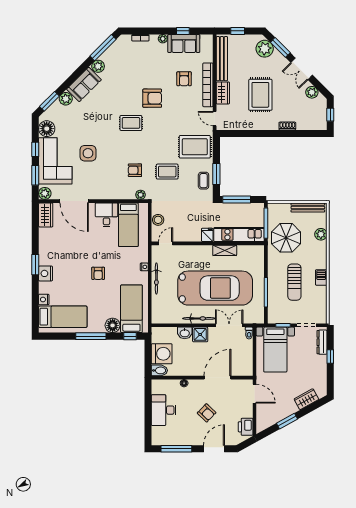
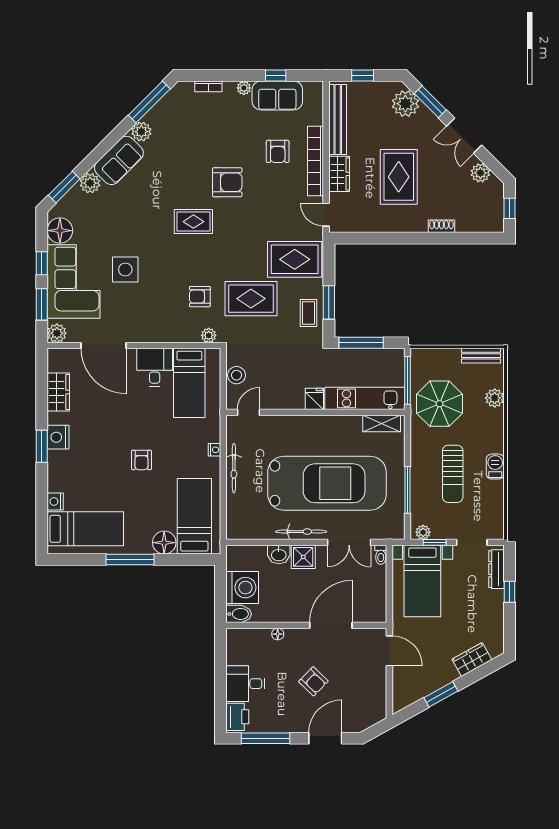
rug: (167, 172) -> (251, 299), width x1.36, depth x1.43
bench: (308, 208) -> (481, 356), width x0.73
wardrobe: (46, 215) -> (58, 392), moved
shelving: (225, 250) -> (382, 424), moved
nightstand: (46, 273) -> (58, 437), moved
plant: (276, 319) -> (423, 532), added
double door: (229, 325) -> (349, 542), swing flipped
window: (130, 336) -> (192, 560), removed
desk: (164, 410) -> (245, 684), width x0.73
printer: (246, 427) -> (237, 717), moved, turned 180

